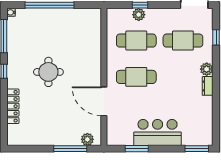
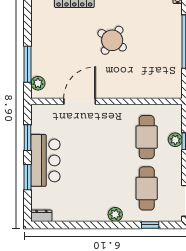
round table: (48, 72) -> (112, 40), turned 34
cafe table: (136, 77) -> (107, 137), removed
dresser: (208, 86) -> (41, 216), moved
window: (197, 149) -> (28, 177), moved

